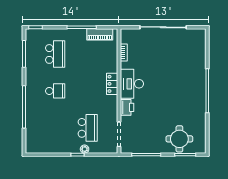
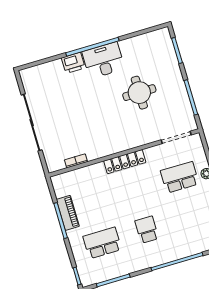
piano: (100, 34) -> (68, 213), moved
locker: (112, 84) -> (125, 162), width x1.53
desk: (132, 84) -> (103, 60), moved, turned 180
printer: (127, 107) -> (73, 63), moved, turned 180
round table: (179, 139) -> (139, 93), moved

